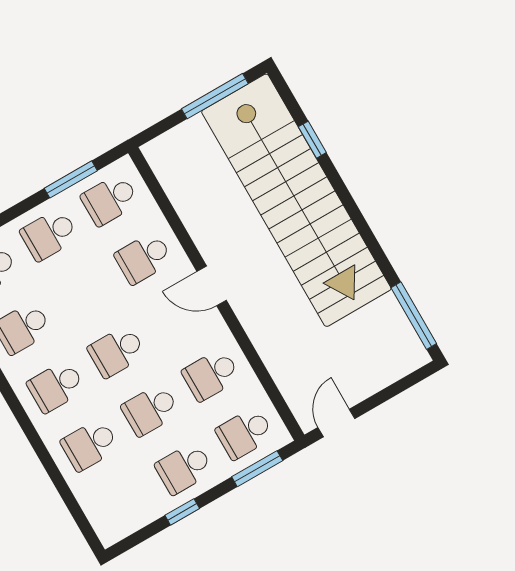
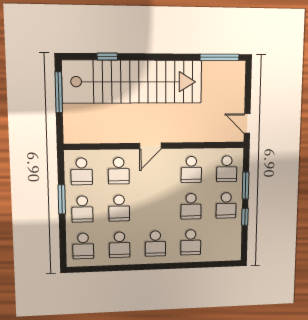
window: (71, 179) -> (62, 199), moved
school desk: (117, 351) -> (119, 208), moved
window: (257, 469) -> (246, 186), moved

